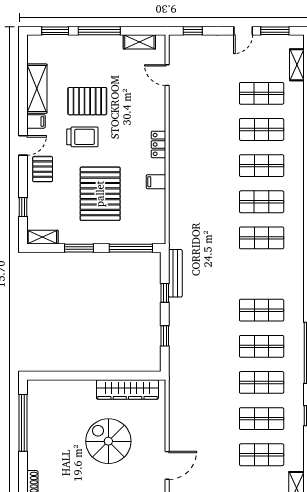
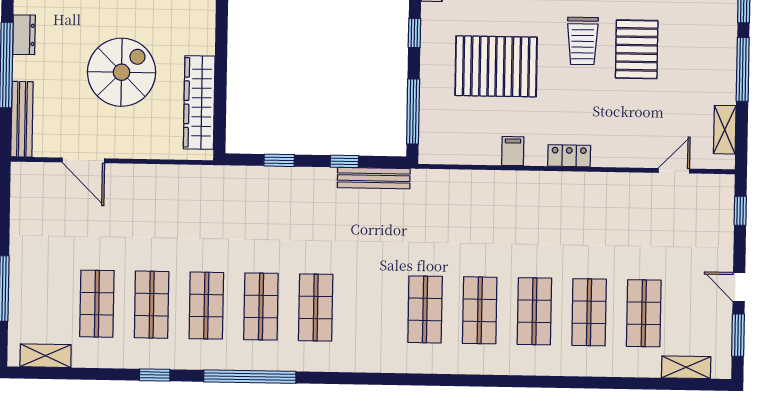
window: (79, 248) -> (414, 33), width x0.67

